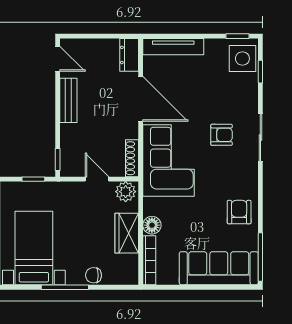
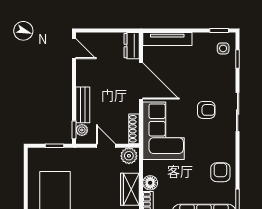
side table: (242, 59) -> (223, 48), width x0.54, depth x0.54
bench: (68, 100) -> (83, 105), moved
plant: (67, 160) -> (82, 130), added

